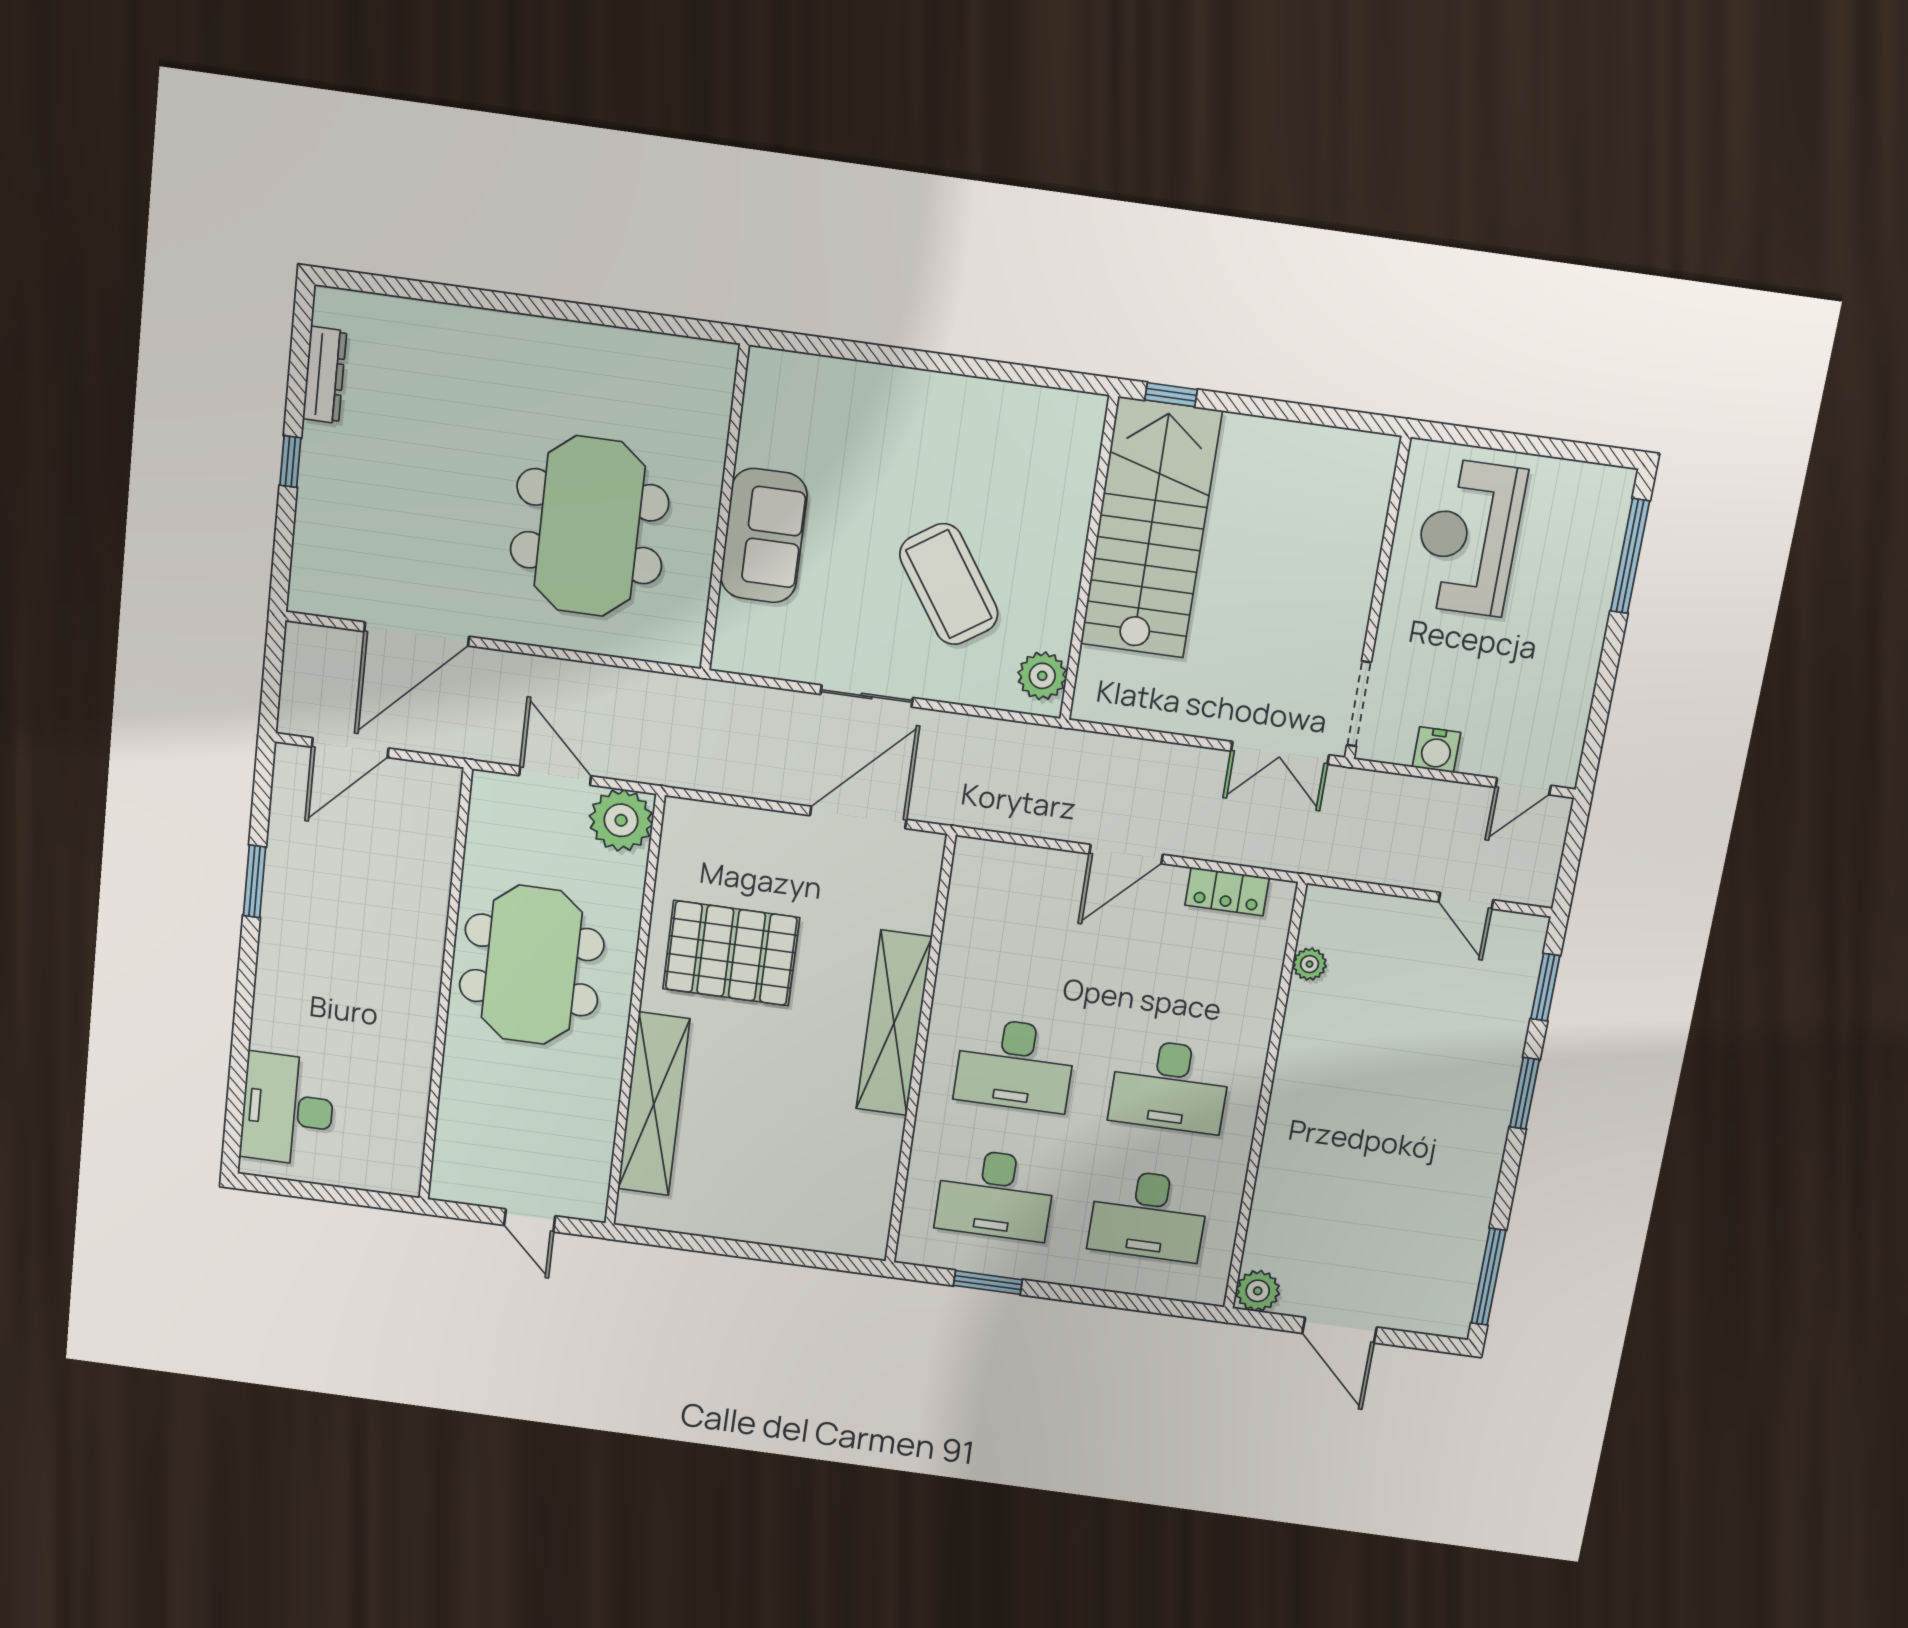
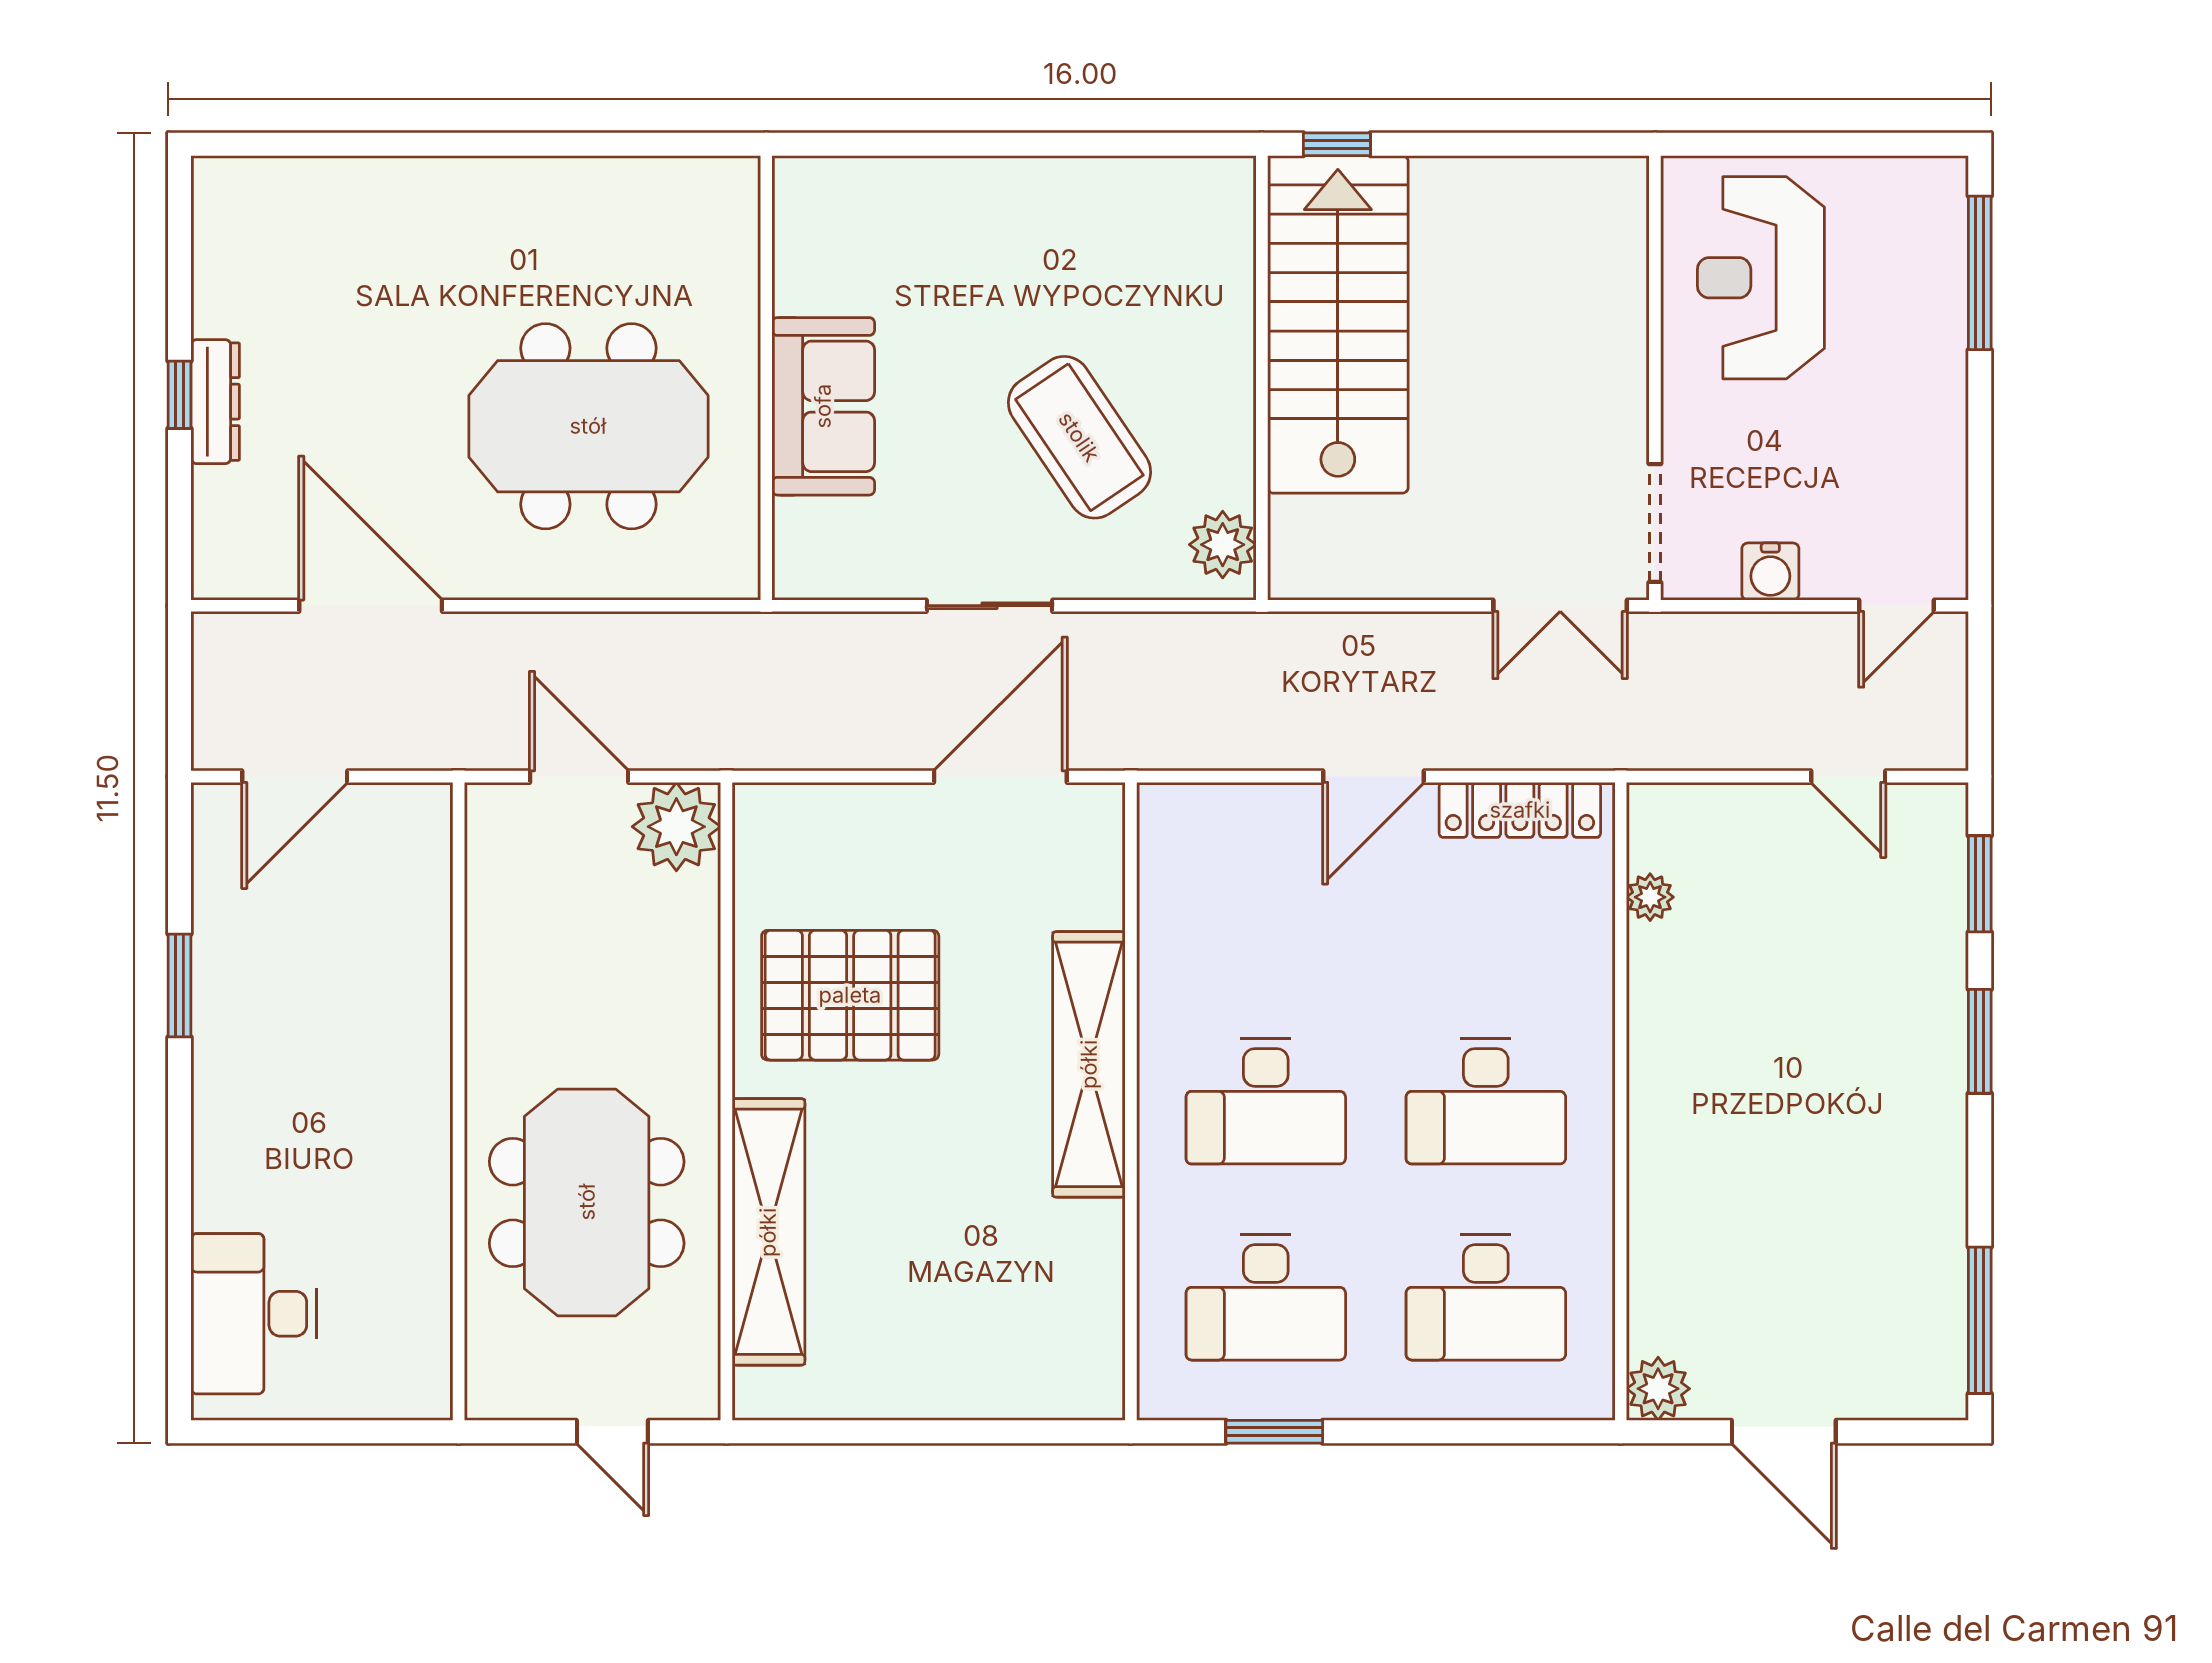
dresser: (325, 375) -> (215, 402), moved
meeting table: (589, 526) -> (588, 426), turned 90
door: (417, 634) -> (371, 606), swing flipped
locker: (1227, 892) -> (1520, 810), width x1.53
meeting table: (532, 965) -> (587, 1202), moved

